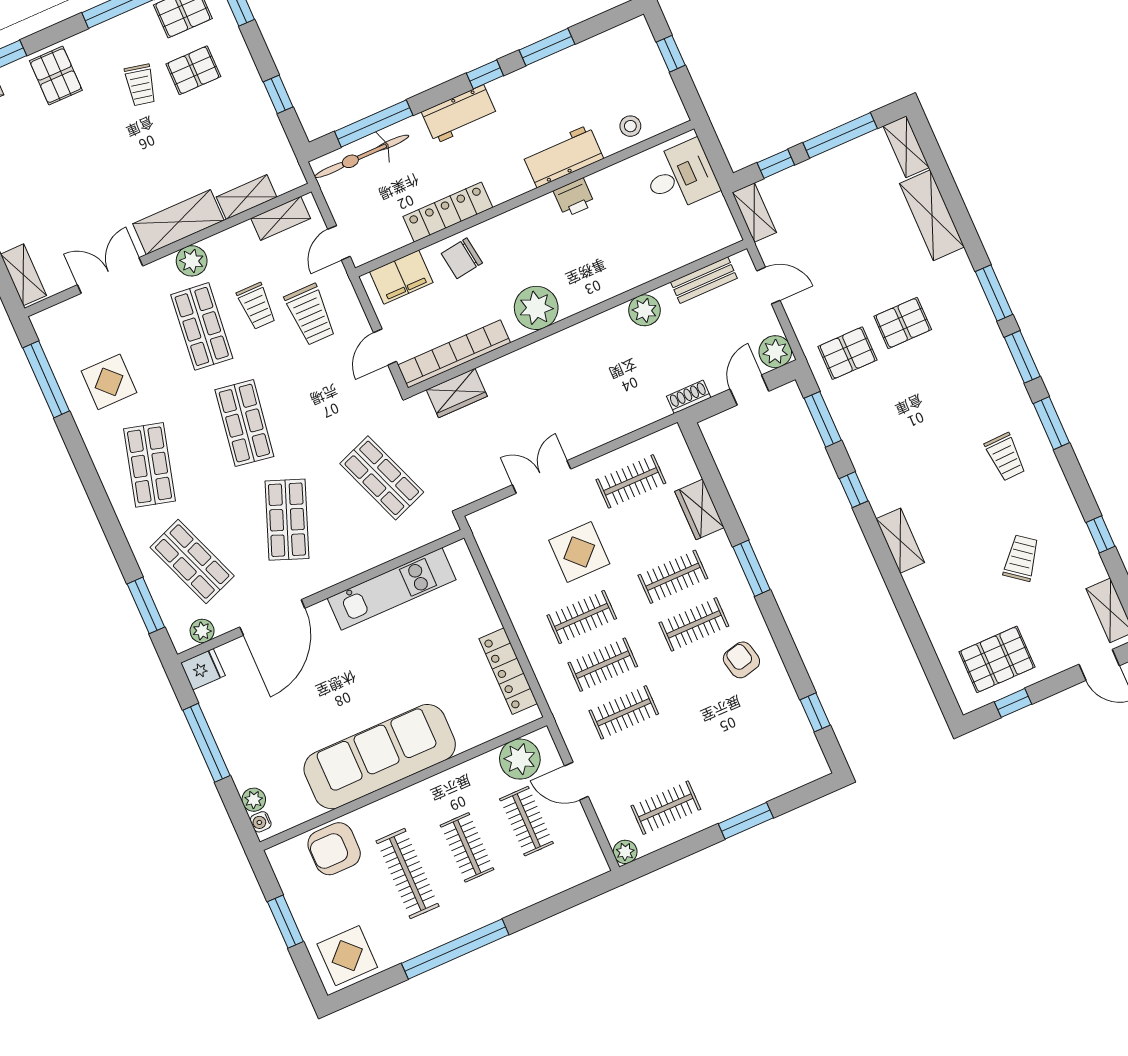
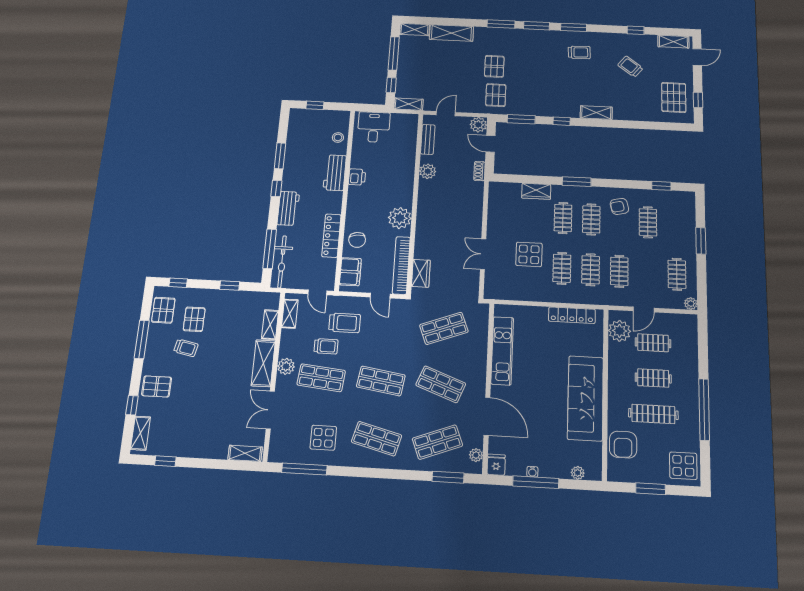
clothes rail: (631, 481) -> (648, 222), moved
water cooler: (261, 822) -> (532, 472), moved

